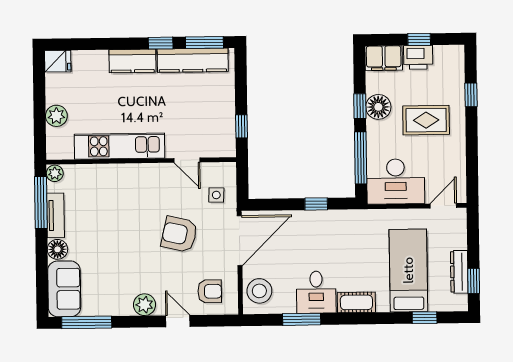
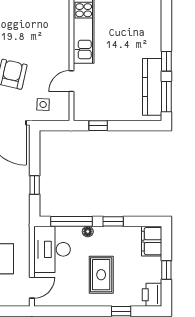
printer: (418, 57) -> (152, 295), moved
kitchen counter: (133, 61) -> (152, 38), removed
floor lamp: (378, 107) -> (88, 232), moved, width x0.53, depth x0.53
door: (443, 206) -> (32, 288), hinge flipped

